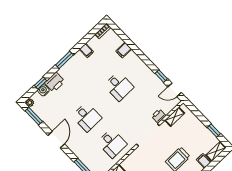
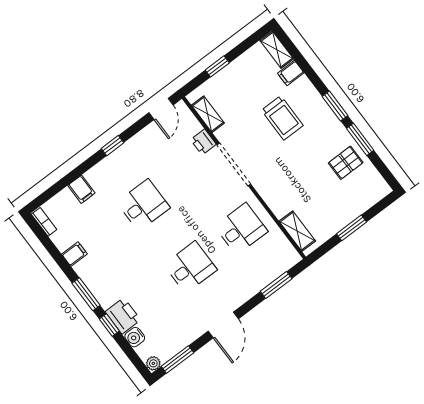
window: (161, 76) -> (112, 146), moved
window: (40, 83) -> (109, 325), moved
window: (214, 131) -> (217, 66), moved
door: (56, 140) -> (223, 325), swing flipped

